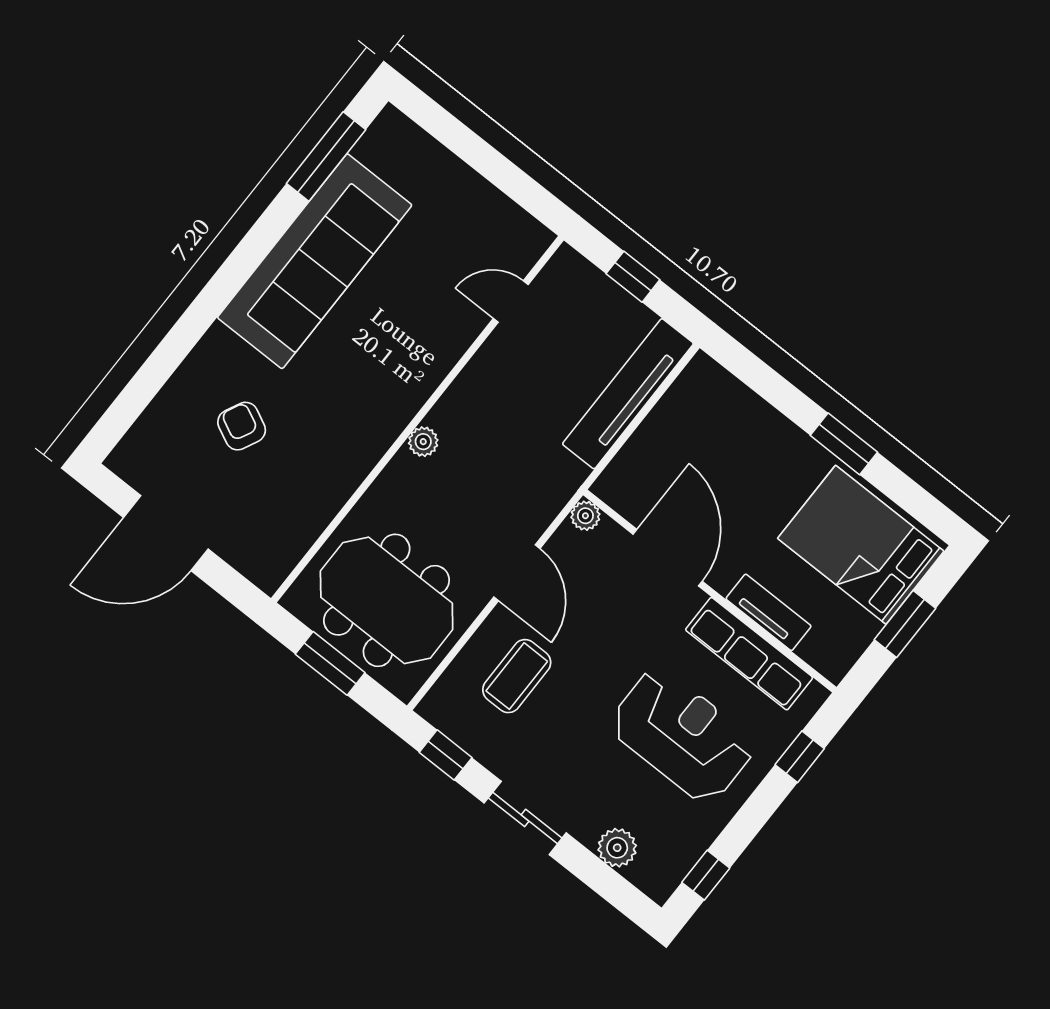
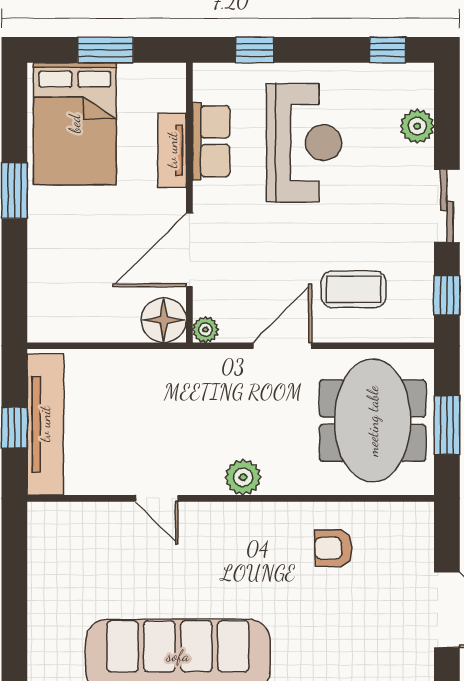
door: (511, 301) -> (157, 498), moved
tv unit: (628, 394) -> (45, 424), moved, turned -90
armchair: (242, 426) -> (333, 548), moved, turned 64
plant: (423, 442) -> (243, 477), width x1.38, depth x1.38
floor lamp: (623, 485) -> (164, 320), added
row of seats: (749, 654) -> (211, 141), width x0.68
reception desk: (682, 735) -> (304, 143), turned 180

